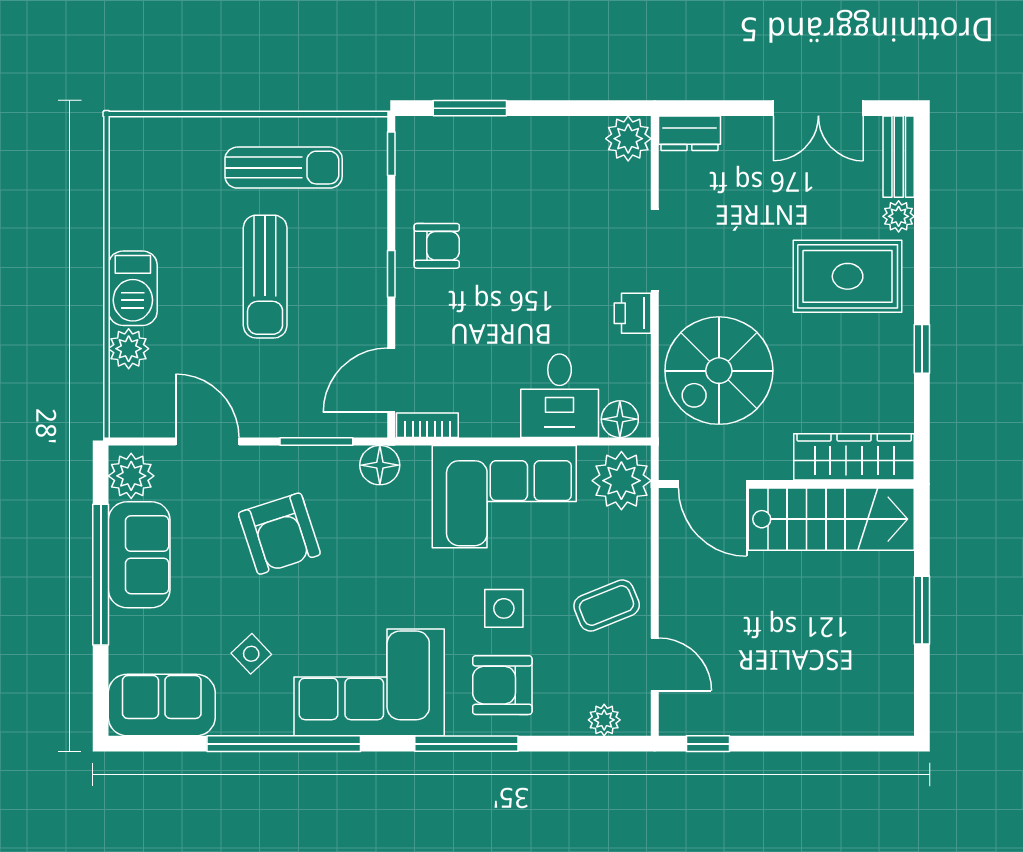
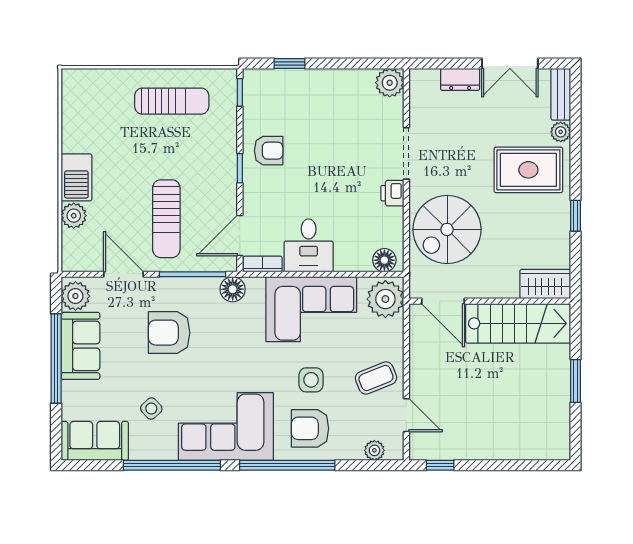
window: (470, 108) -> (290, 64), width x0.67
dresser: (689, 133) -> (460, 79), moved
sun lounger: (265, 277) -> (166, 219), moved
desk: (560, 396) -> (309, 245), moved
window: (316, 441) -> (192, 274), width x1.44
wardrobe: (854, 457) -> (545, 284), width x0.67
armchair: (279, 534) -> (169, 333), turned 108
window: (466, 744) -> (287, 465), width x1.46

